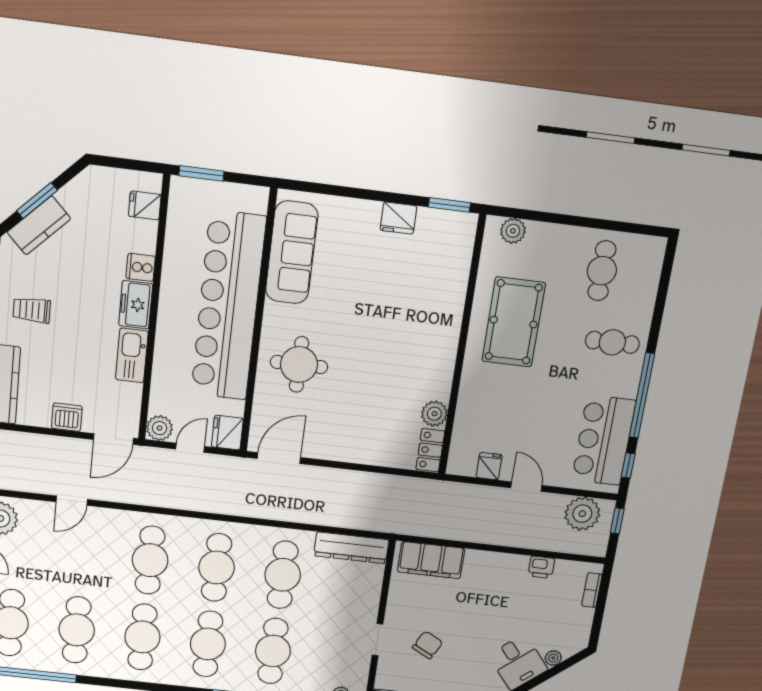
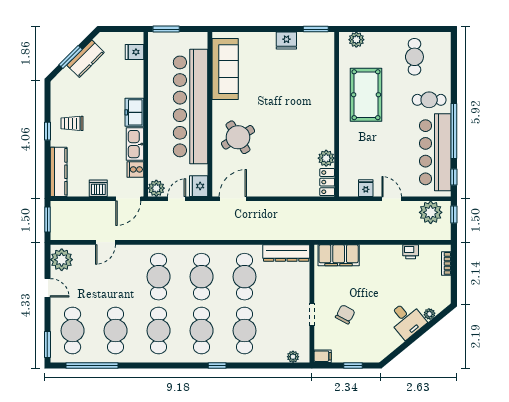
kitchen counter: (39, 225) -> (86, 59), moved
cooker: (141, 267) -> (135, 169), moved
round table: (299, 364) -> (238, 137), turned -31
bar counter: (604, 440) -> (435, 152), width x1.36

